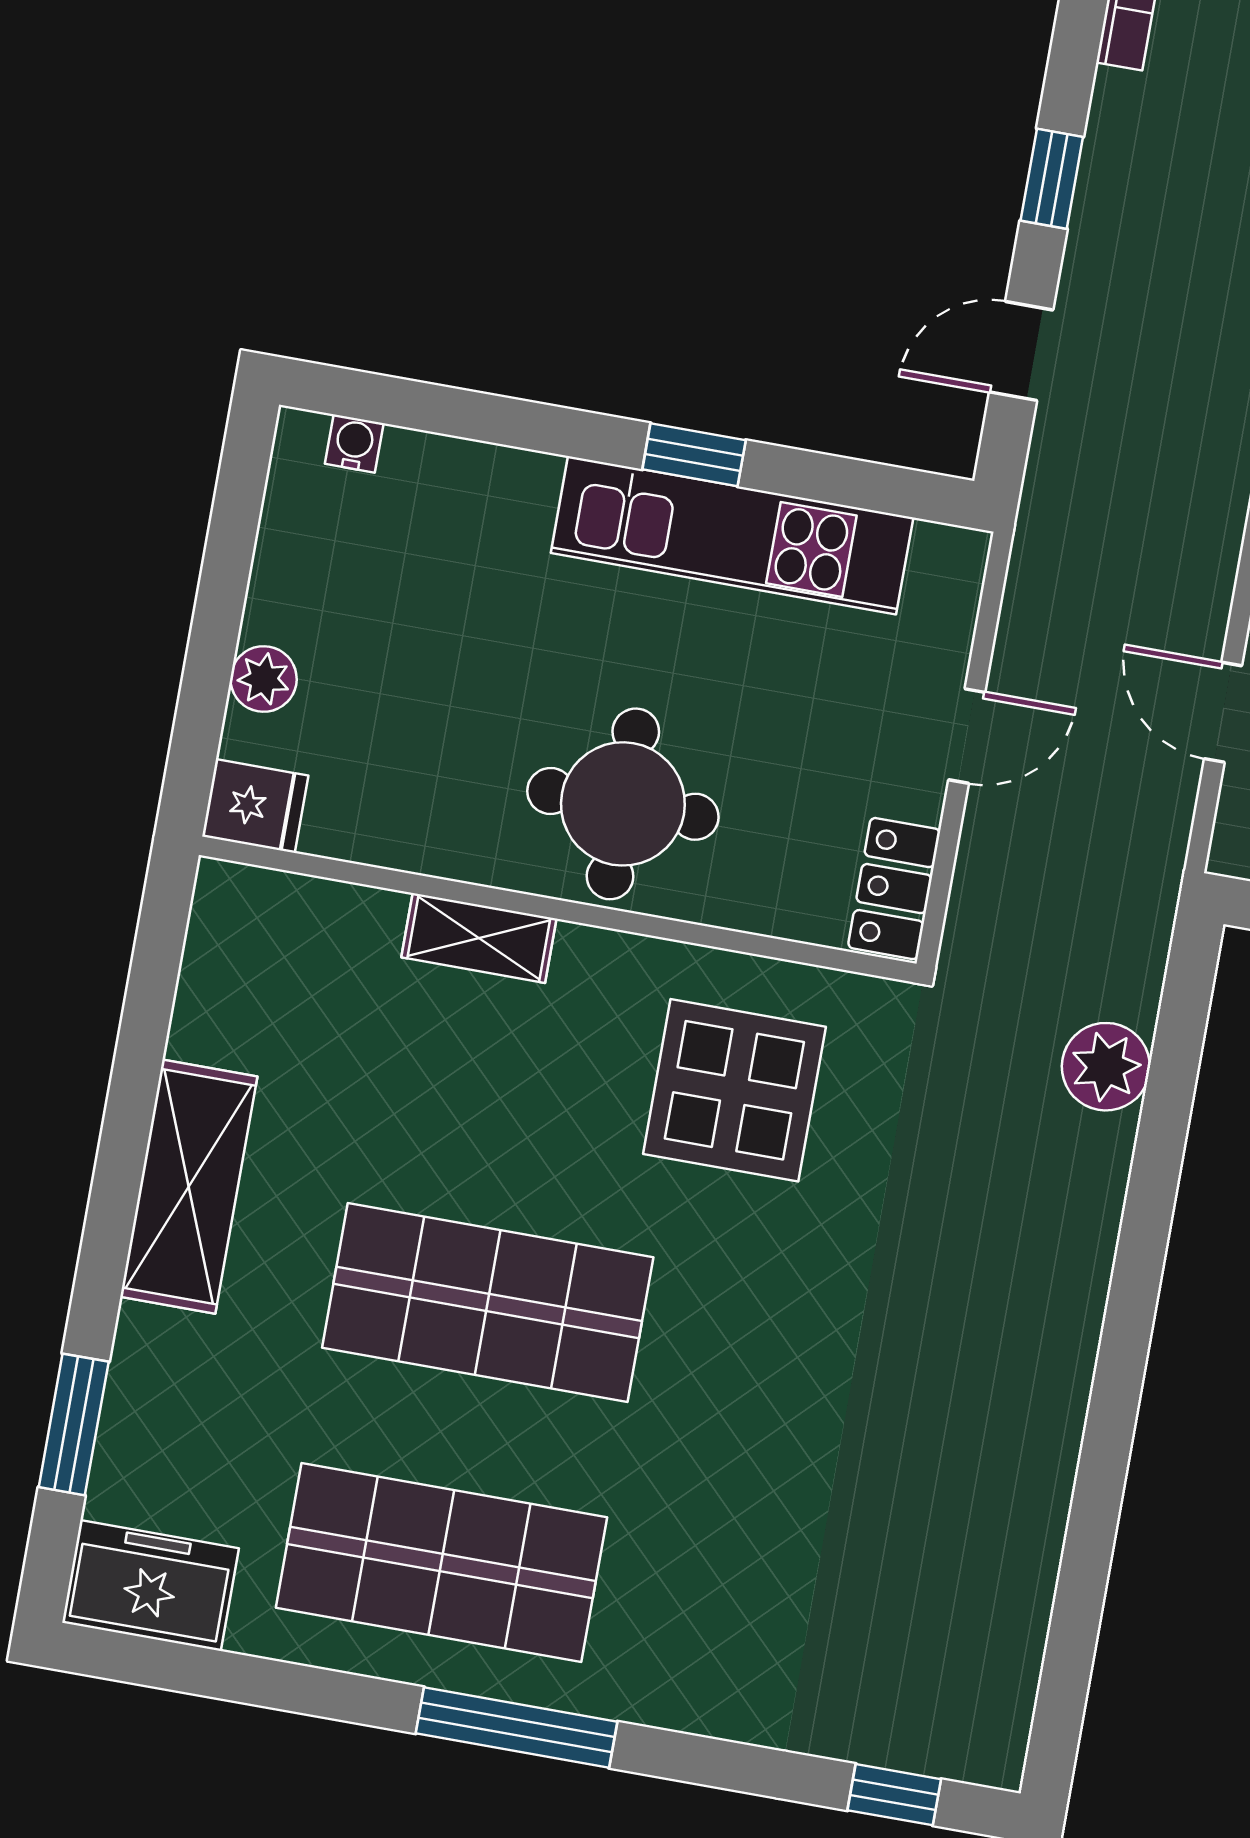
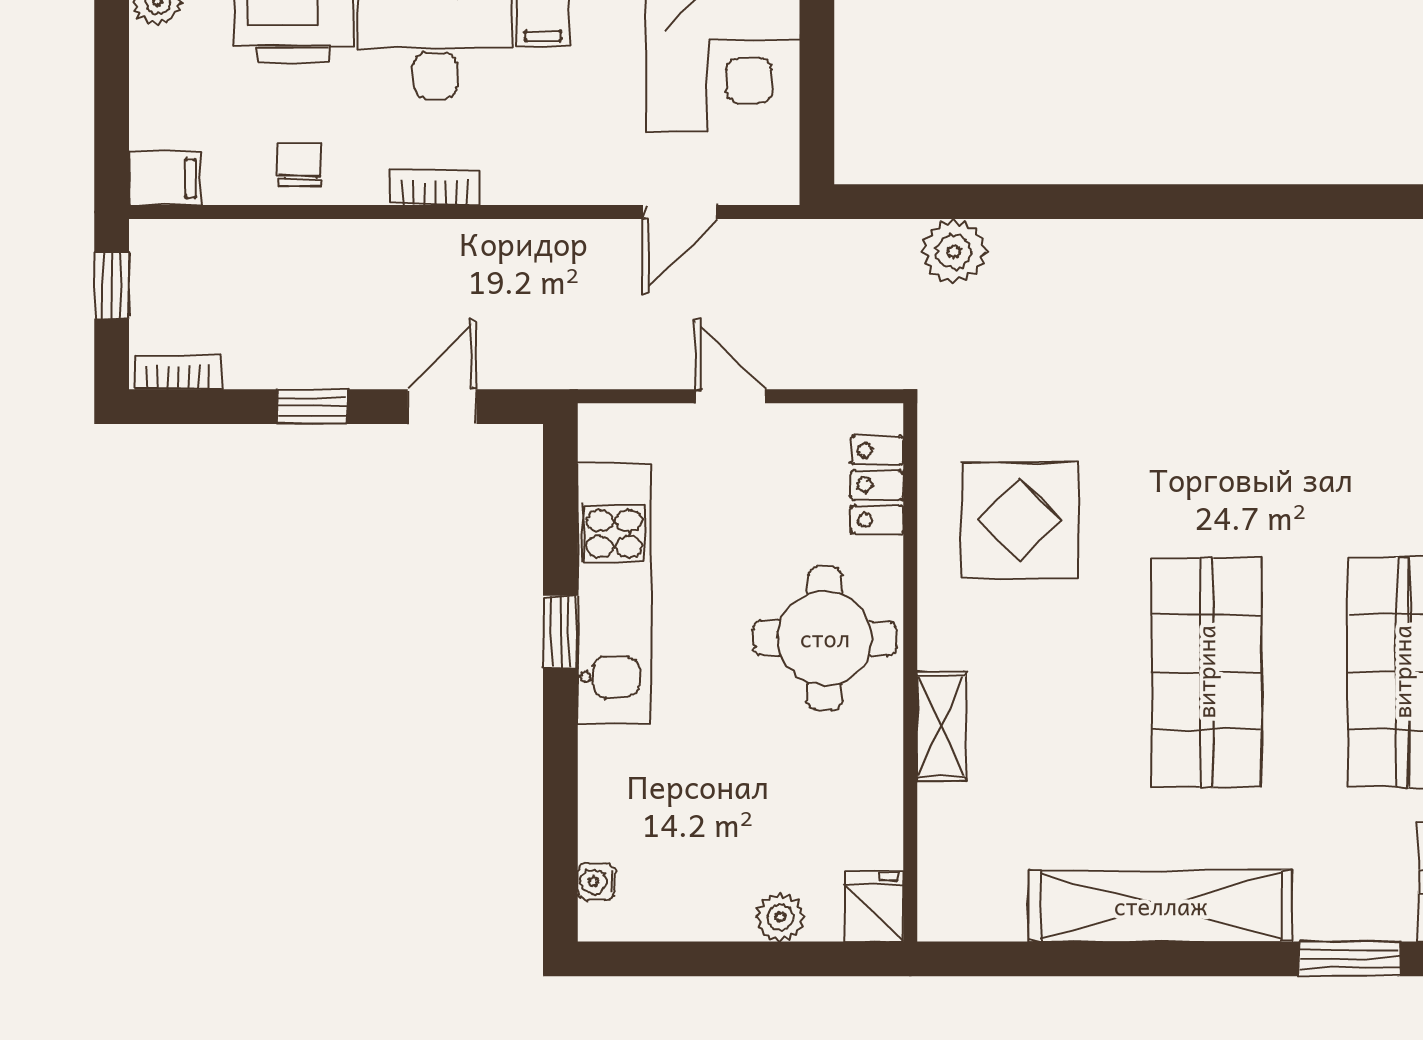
door: (1021, 351) -> (442, 407), swing flipped
locker: (894, 889) -> (877, 485), moved, turned 90
shelving: (189, 1187) -> (1161, 906), width x1.47

